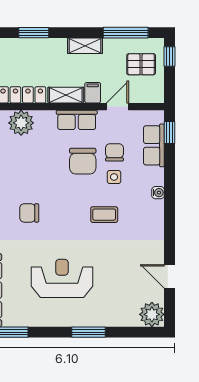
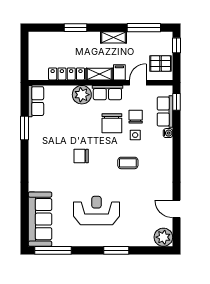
pallet: (141, 64) -> (161, 63), moved
plant: (21, 123) -> (82, 95), moved
water cooler: (158, 193) -> (168, 133), moved
chair: (29, 213) -> (81, 156), moved

